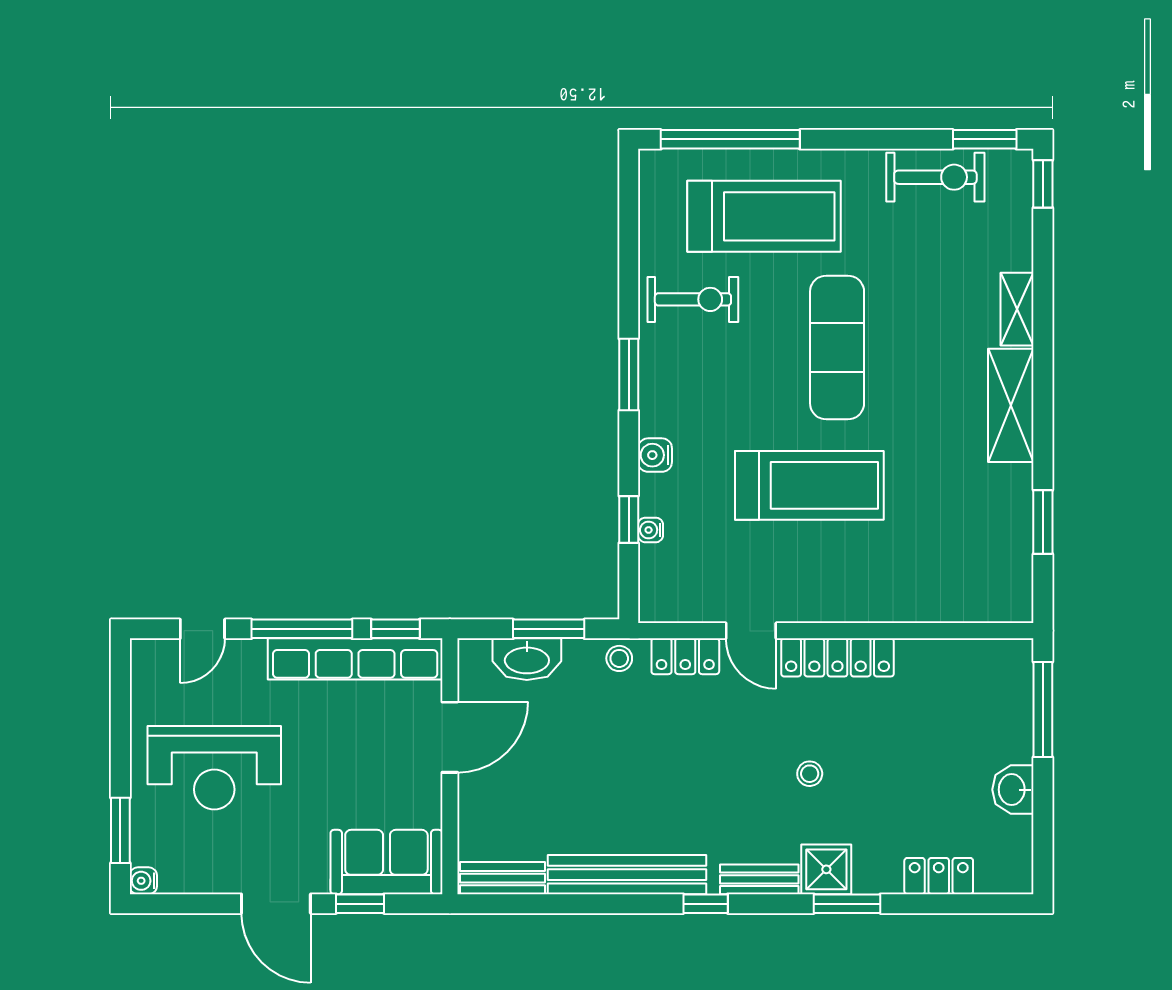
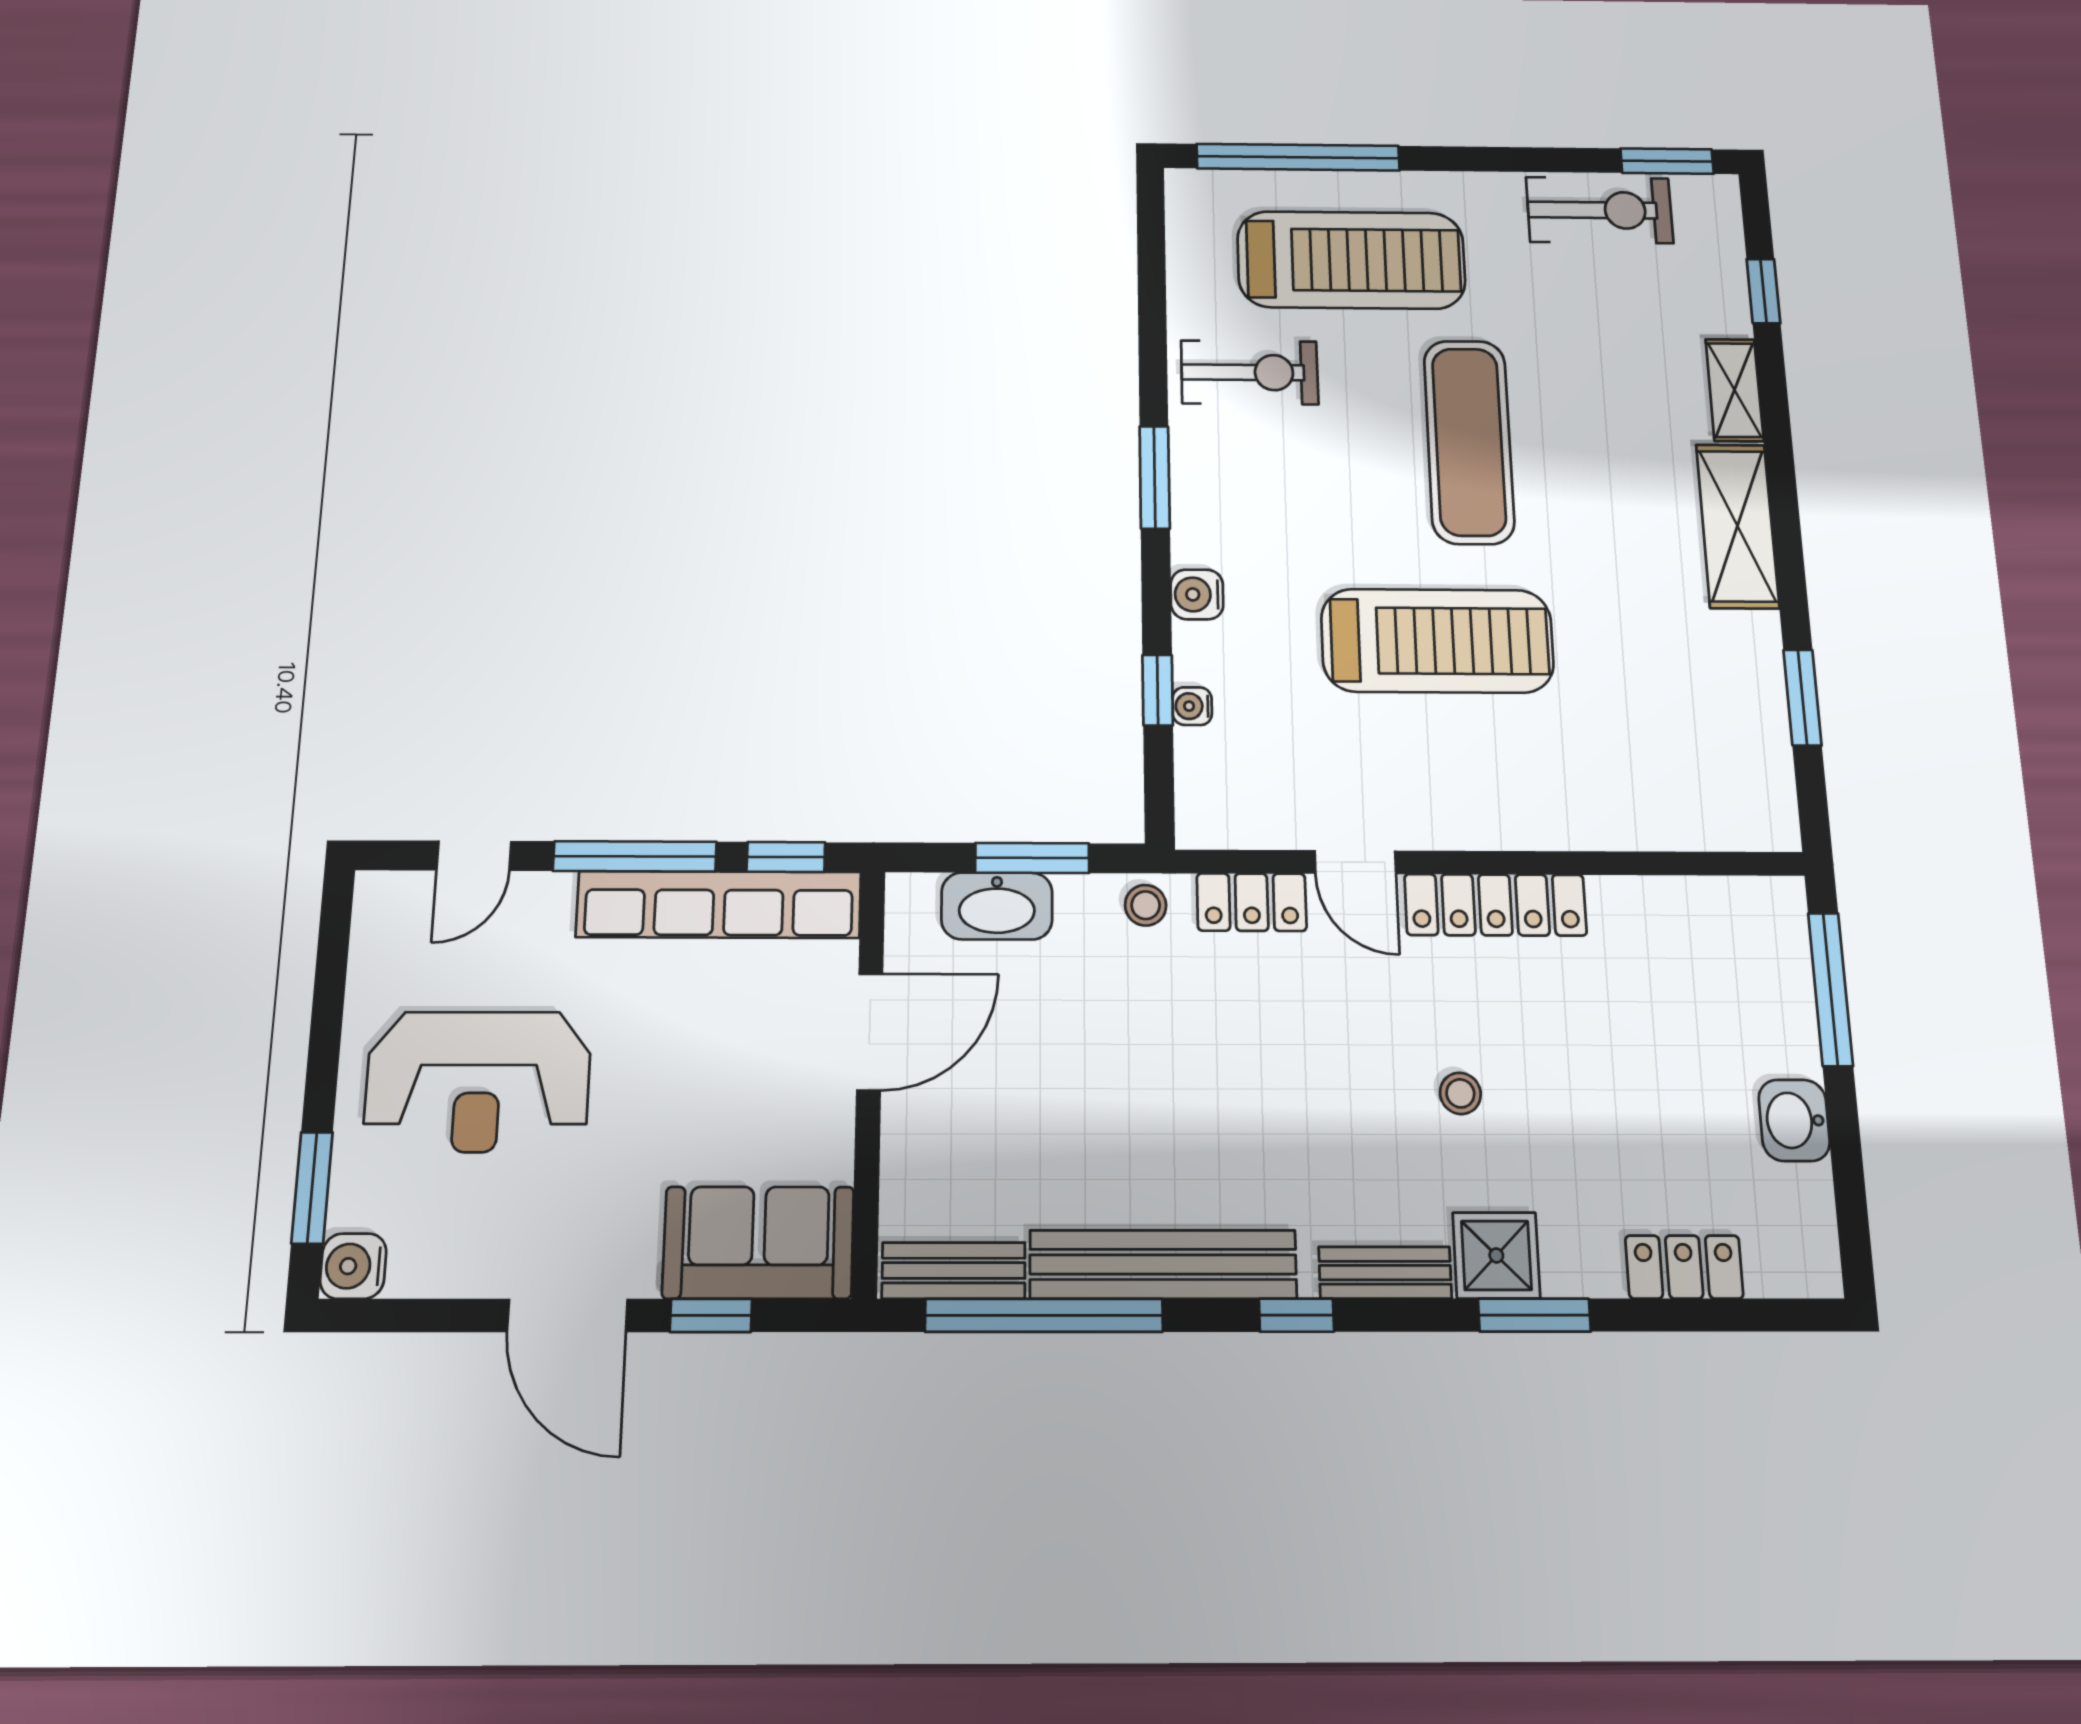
window: (1043, 184) -> (1763, 291), moved
water cooler: (143, 881) -> (353, 1266), width x1.38, depth x1.38
window: (556, 904) -> (1044, 1315), added

